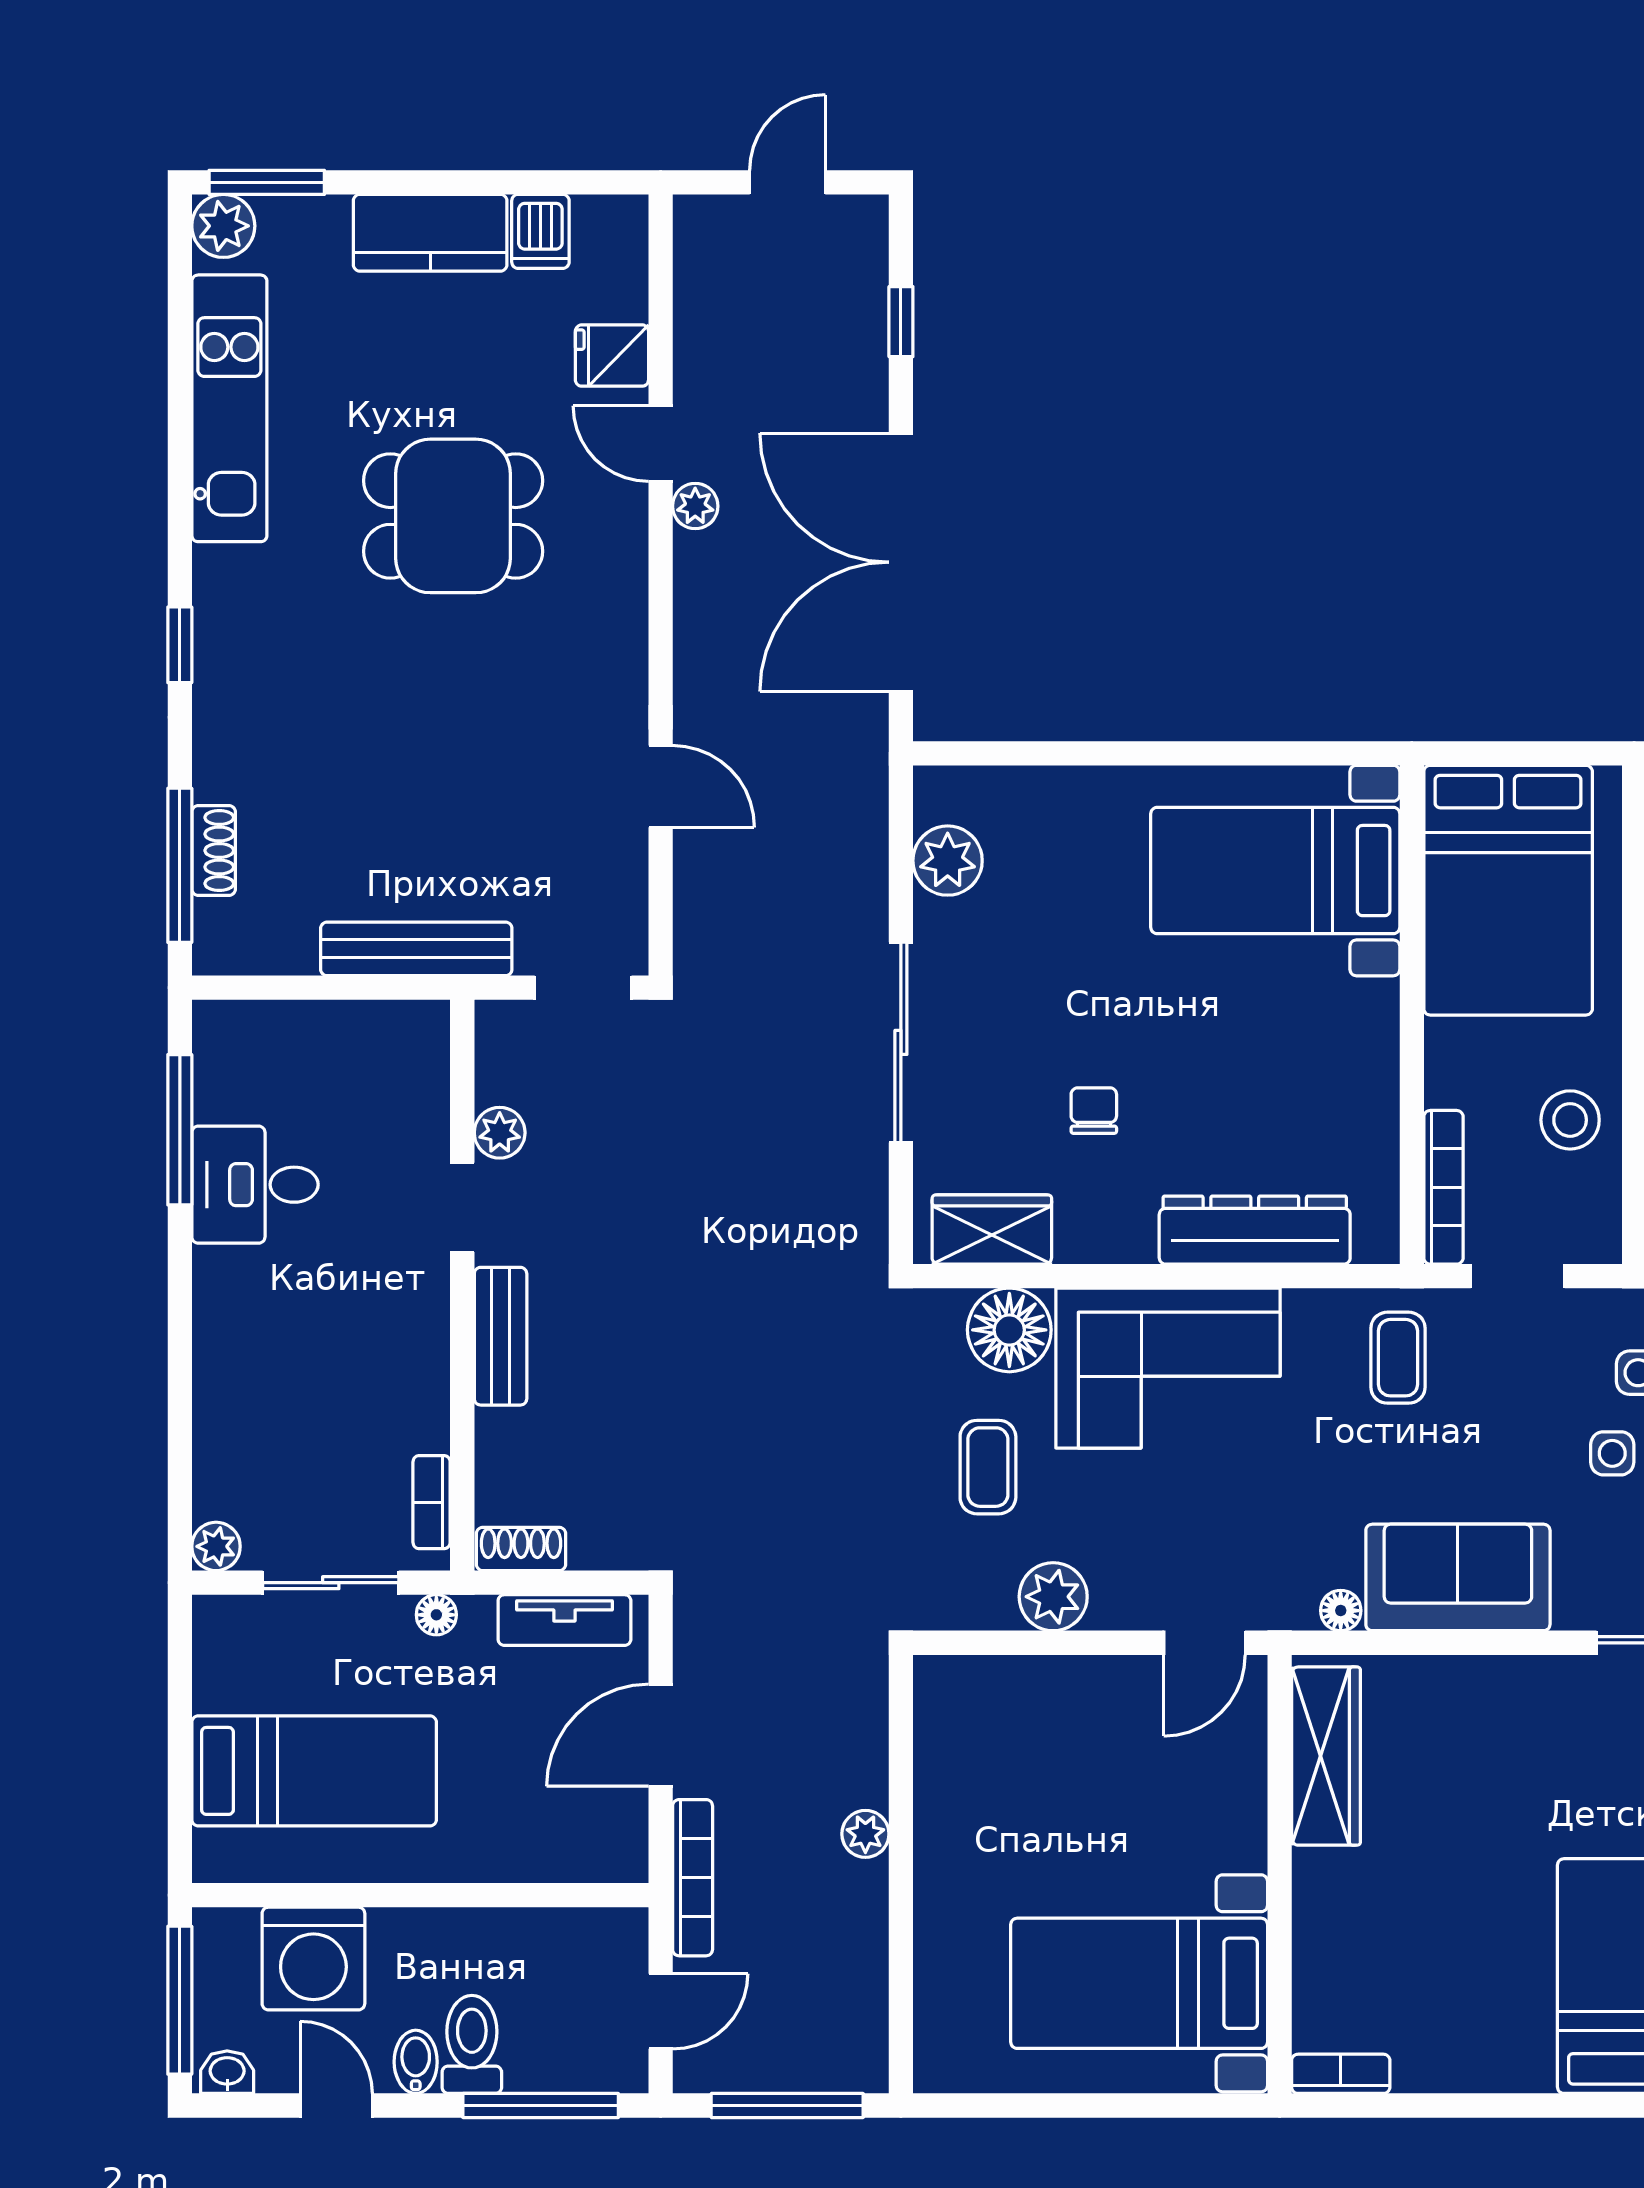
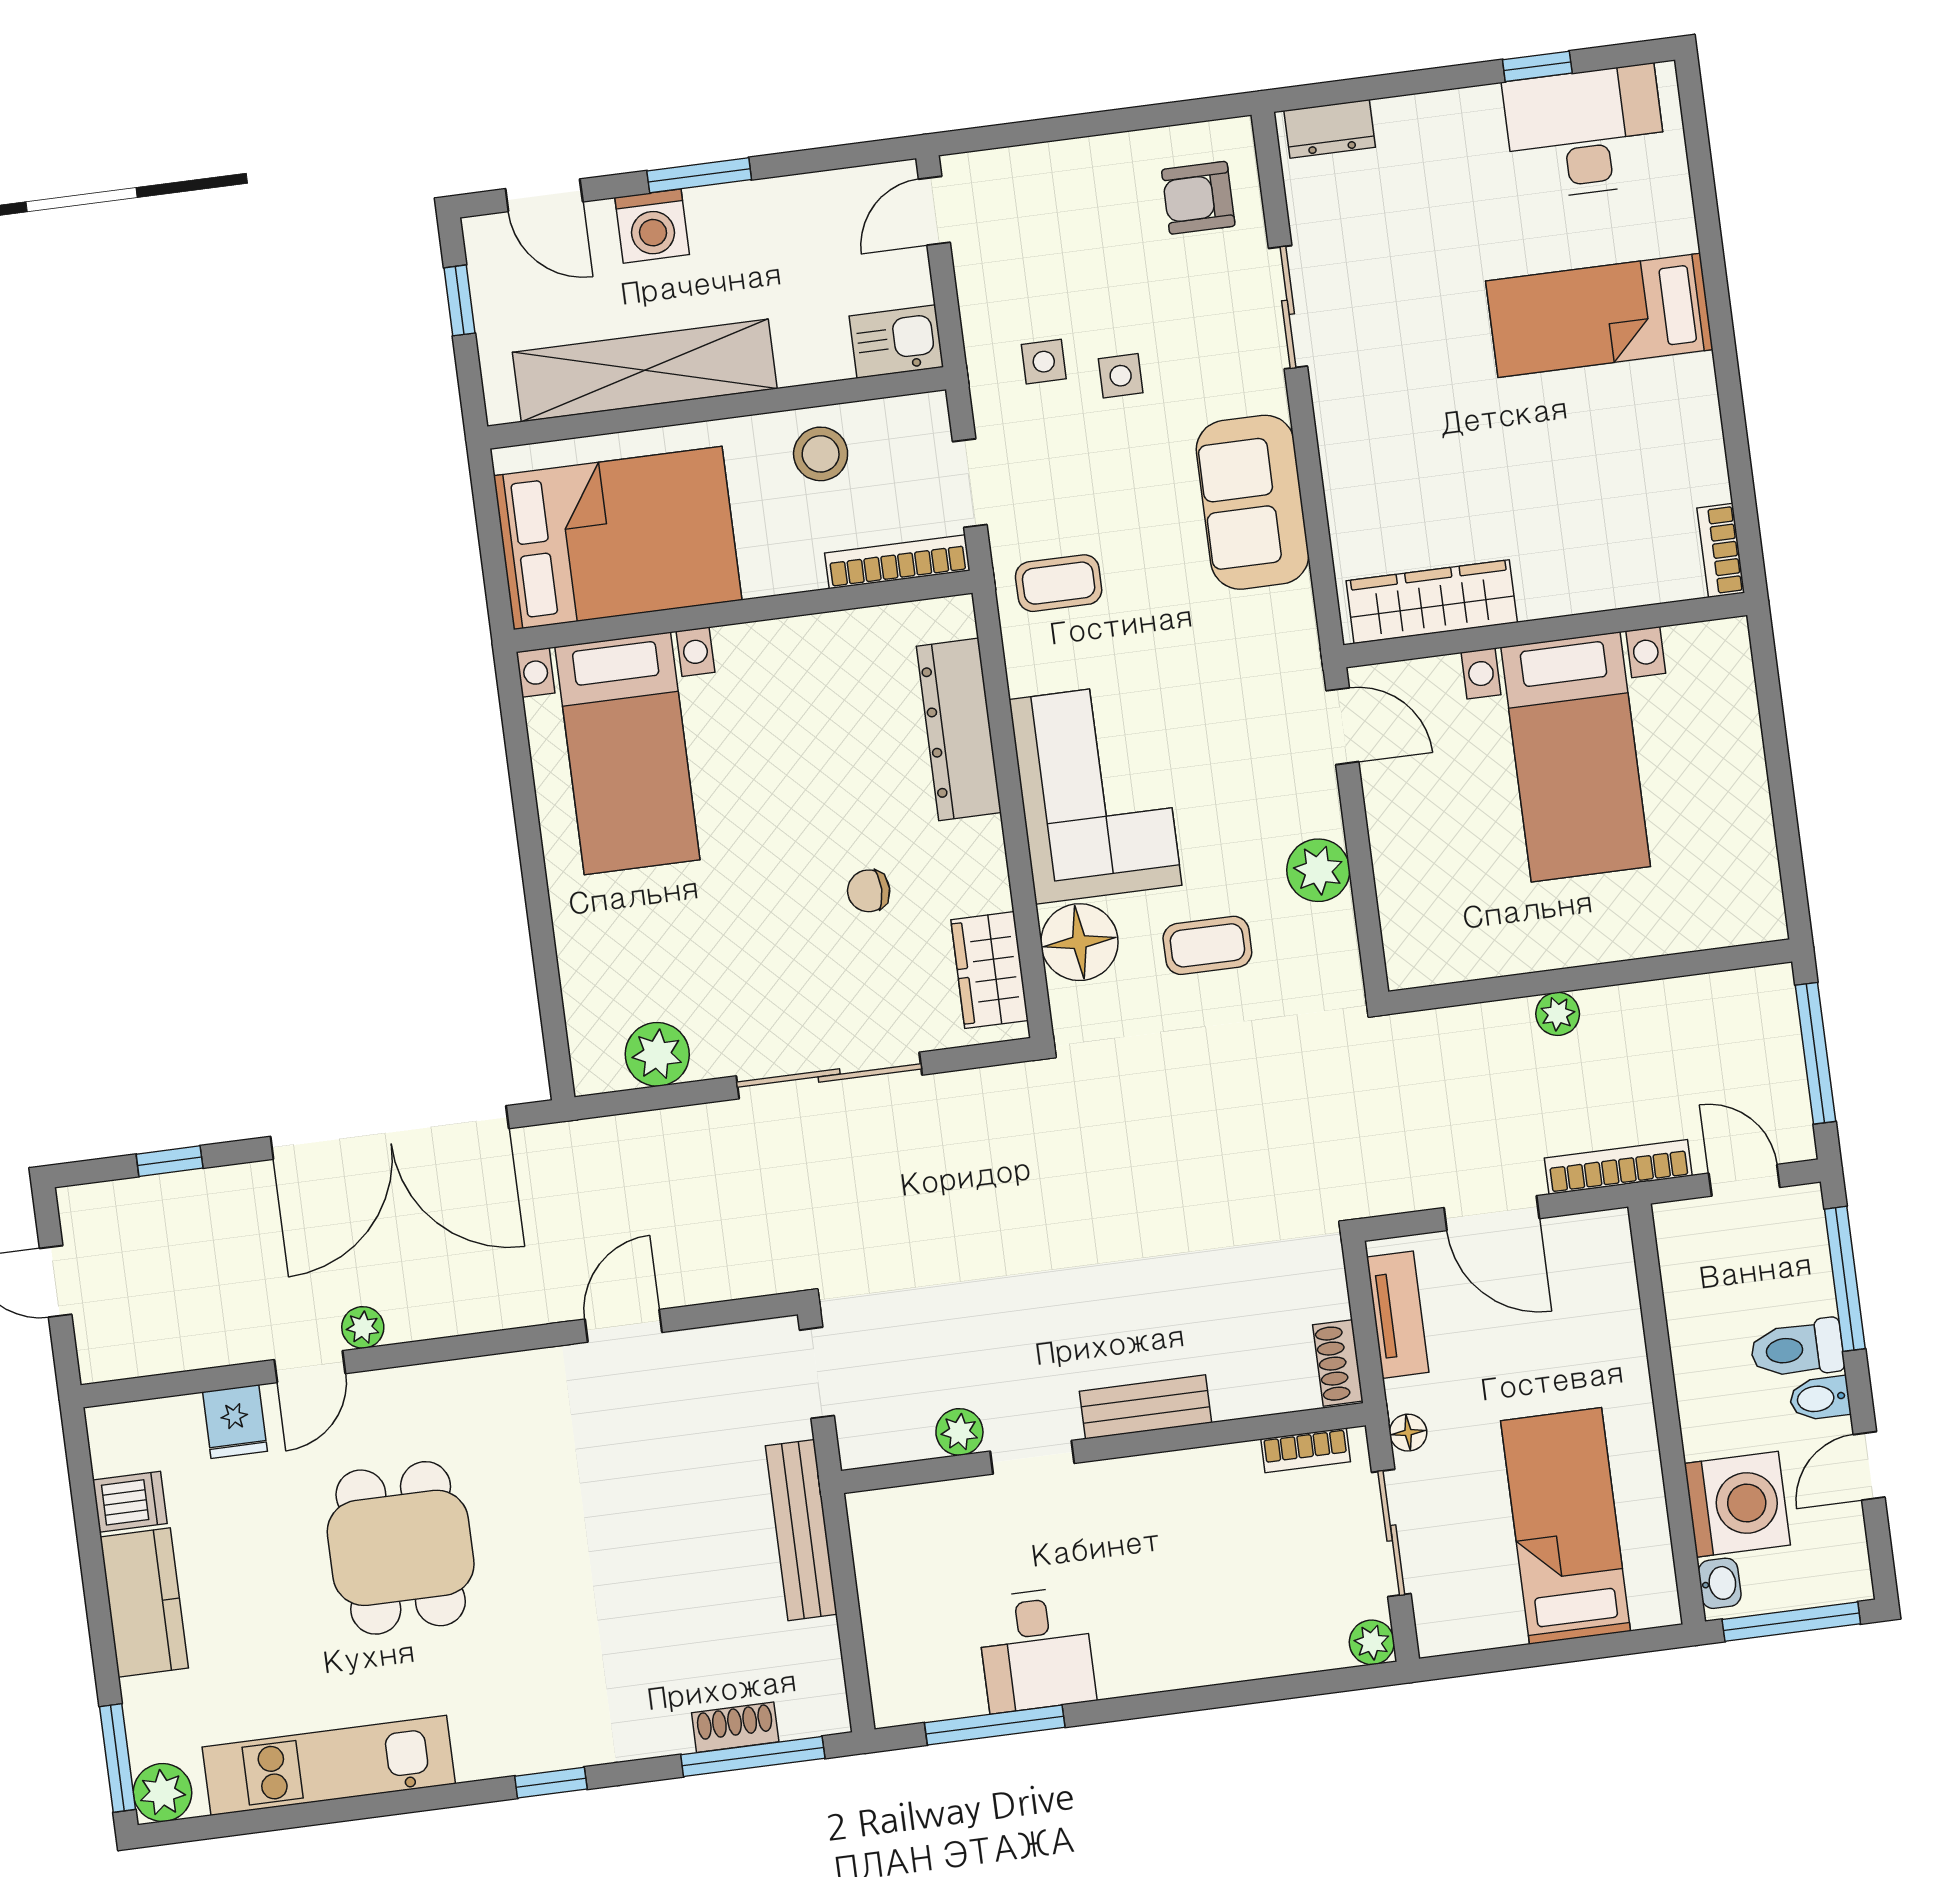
floor lamp: (1341, 1611) -> (1297, 605), removed
bed with nightstands: (1139, 1983) -> (1576, 757), moved
washbasin: (227, 2072) -> (1720, 1583), moved, turned 180

